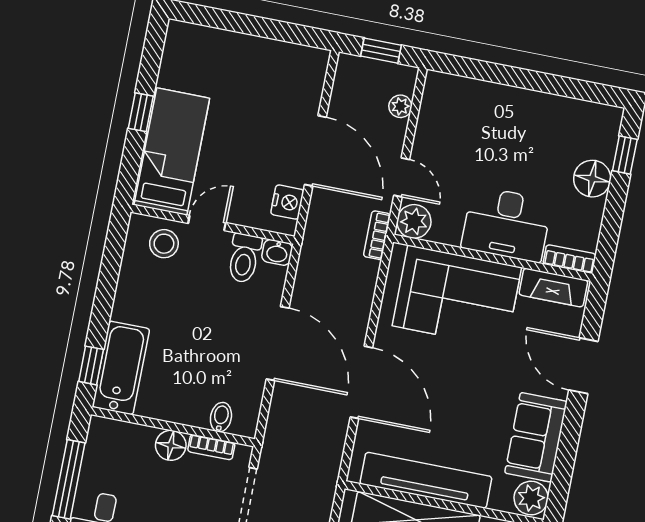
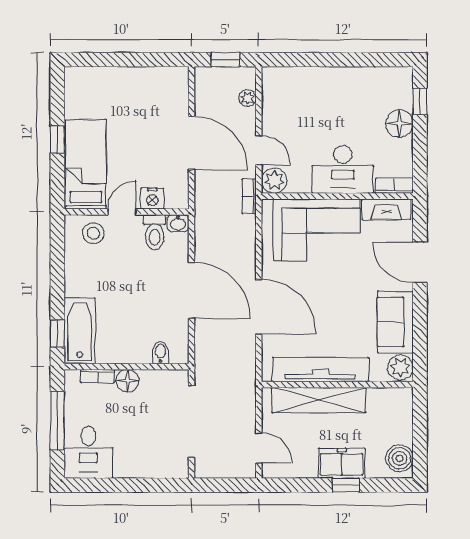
nightstand: (287, 202) -> (152, 199), moved, turned 90
bookcase: (211, 447) -> (97, 376), moved

